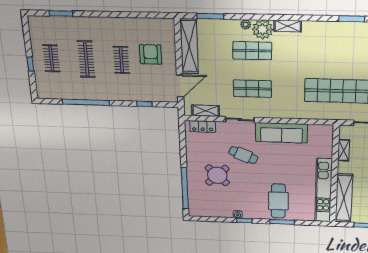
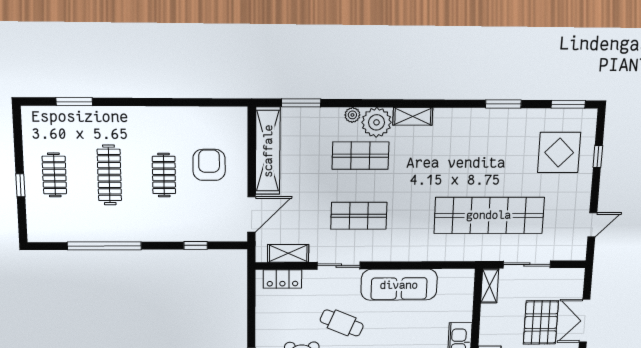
shelving: (344, 150) -> (490, 286), moved

